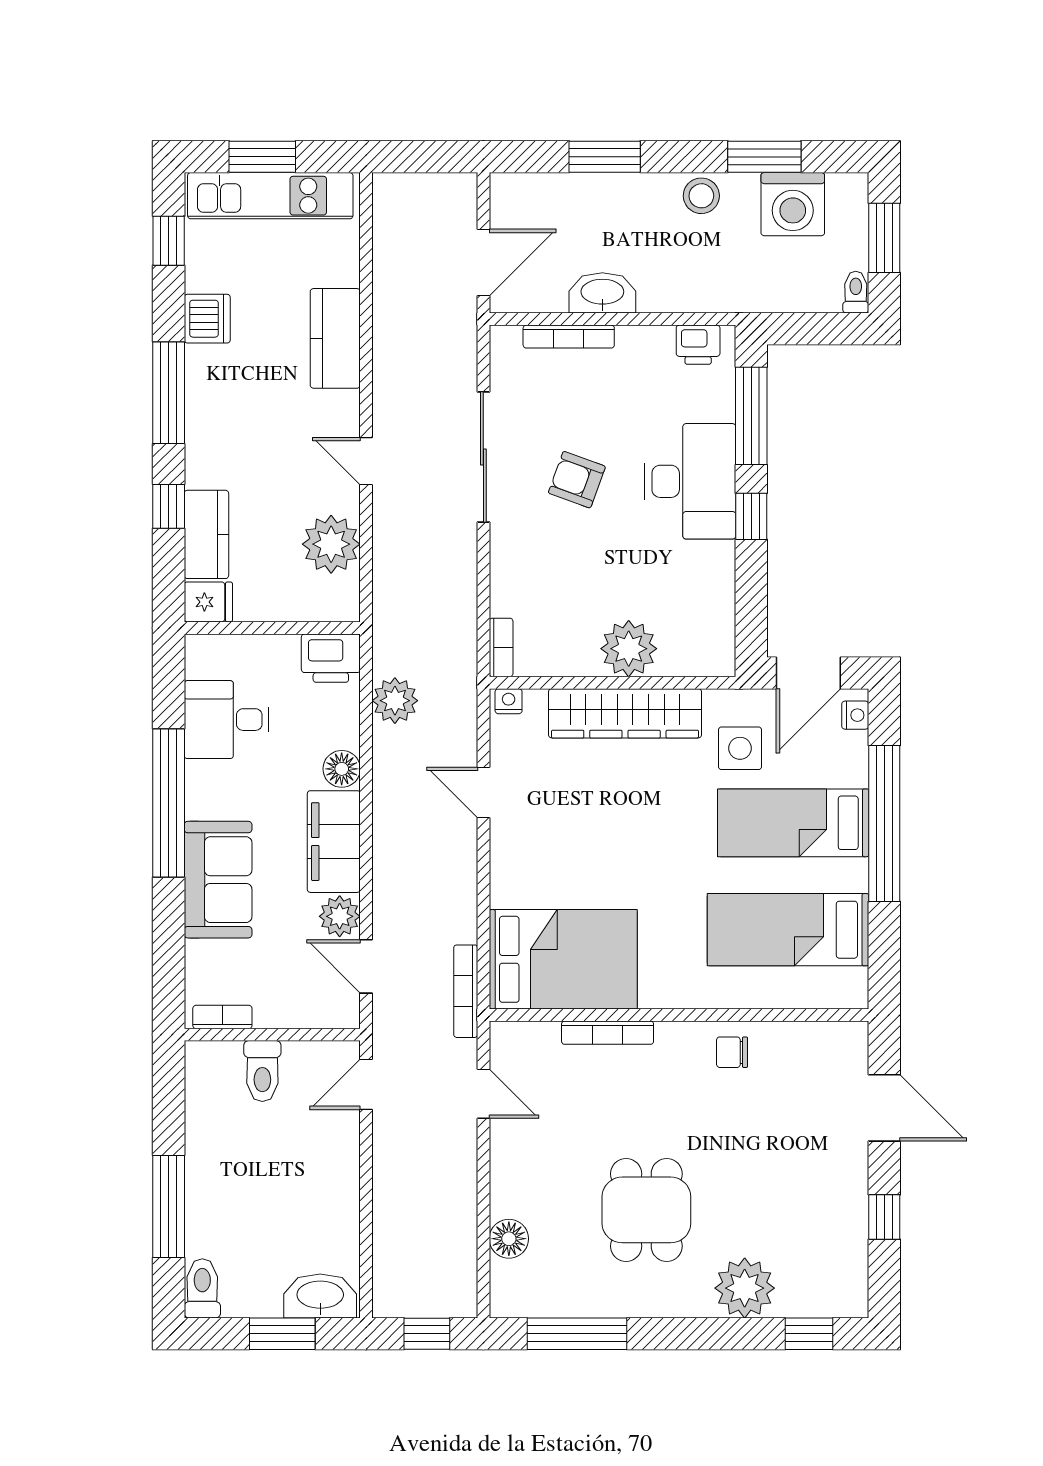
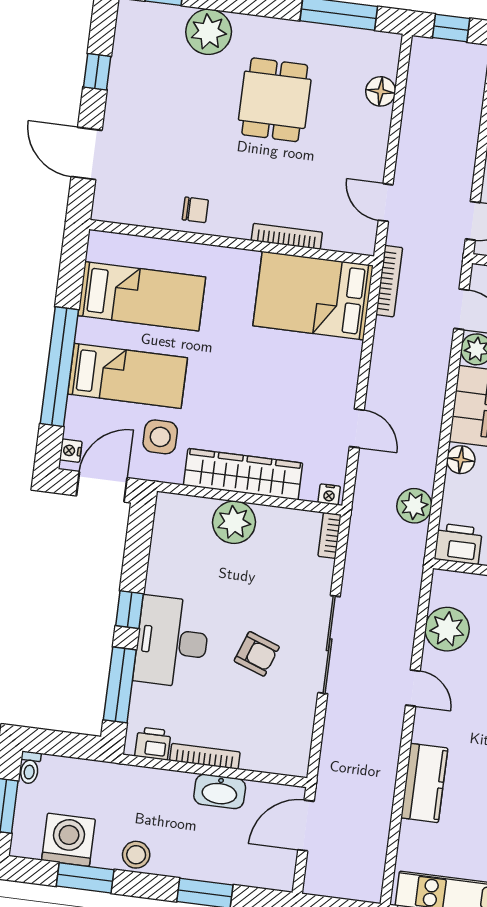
bookcase: (569, 337) -> (205, 756), moved
sliding door: (483, 457) -> (329, 645), moved

